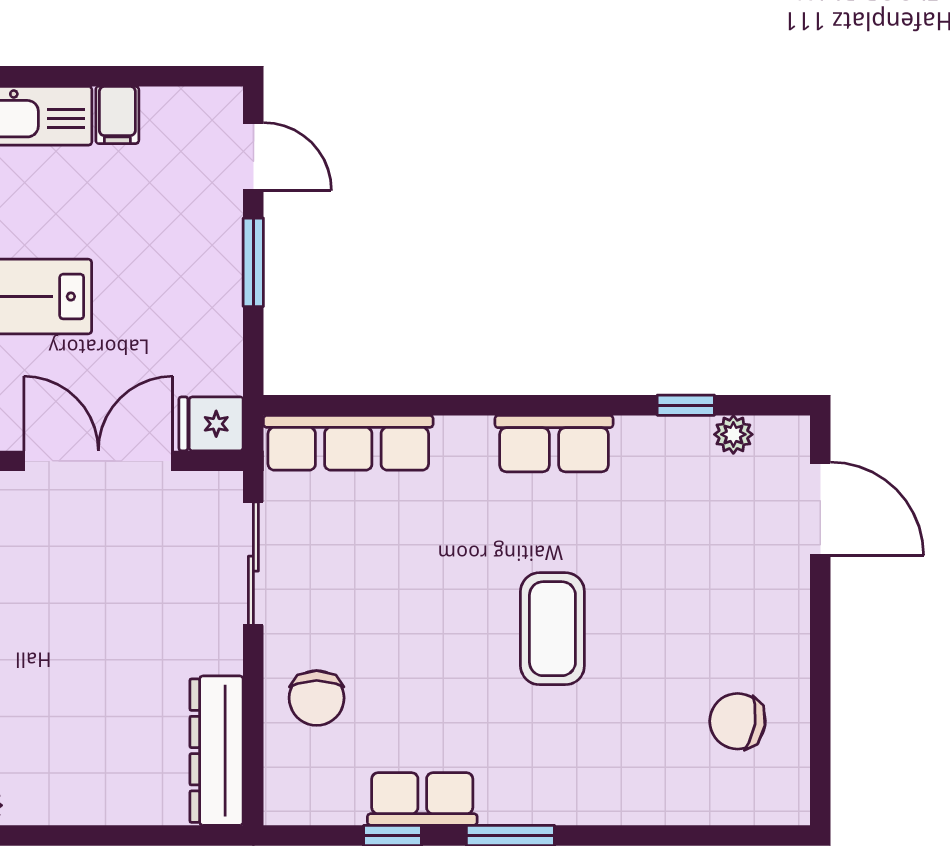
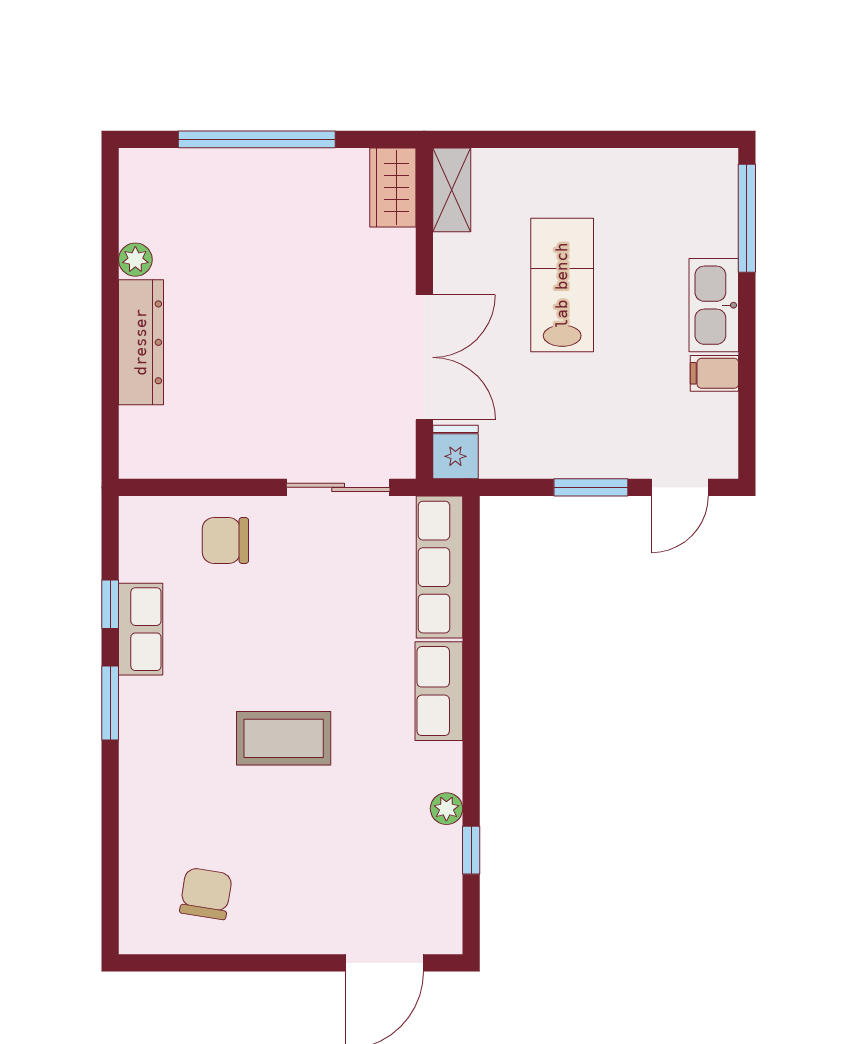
plant: (733, 434) -> (446, 809), moved
row of seats: (554, 444) -> (439, 691), moved
dresser: (217, 751) -> (141, 342), moved, turned 90

